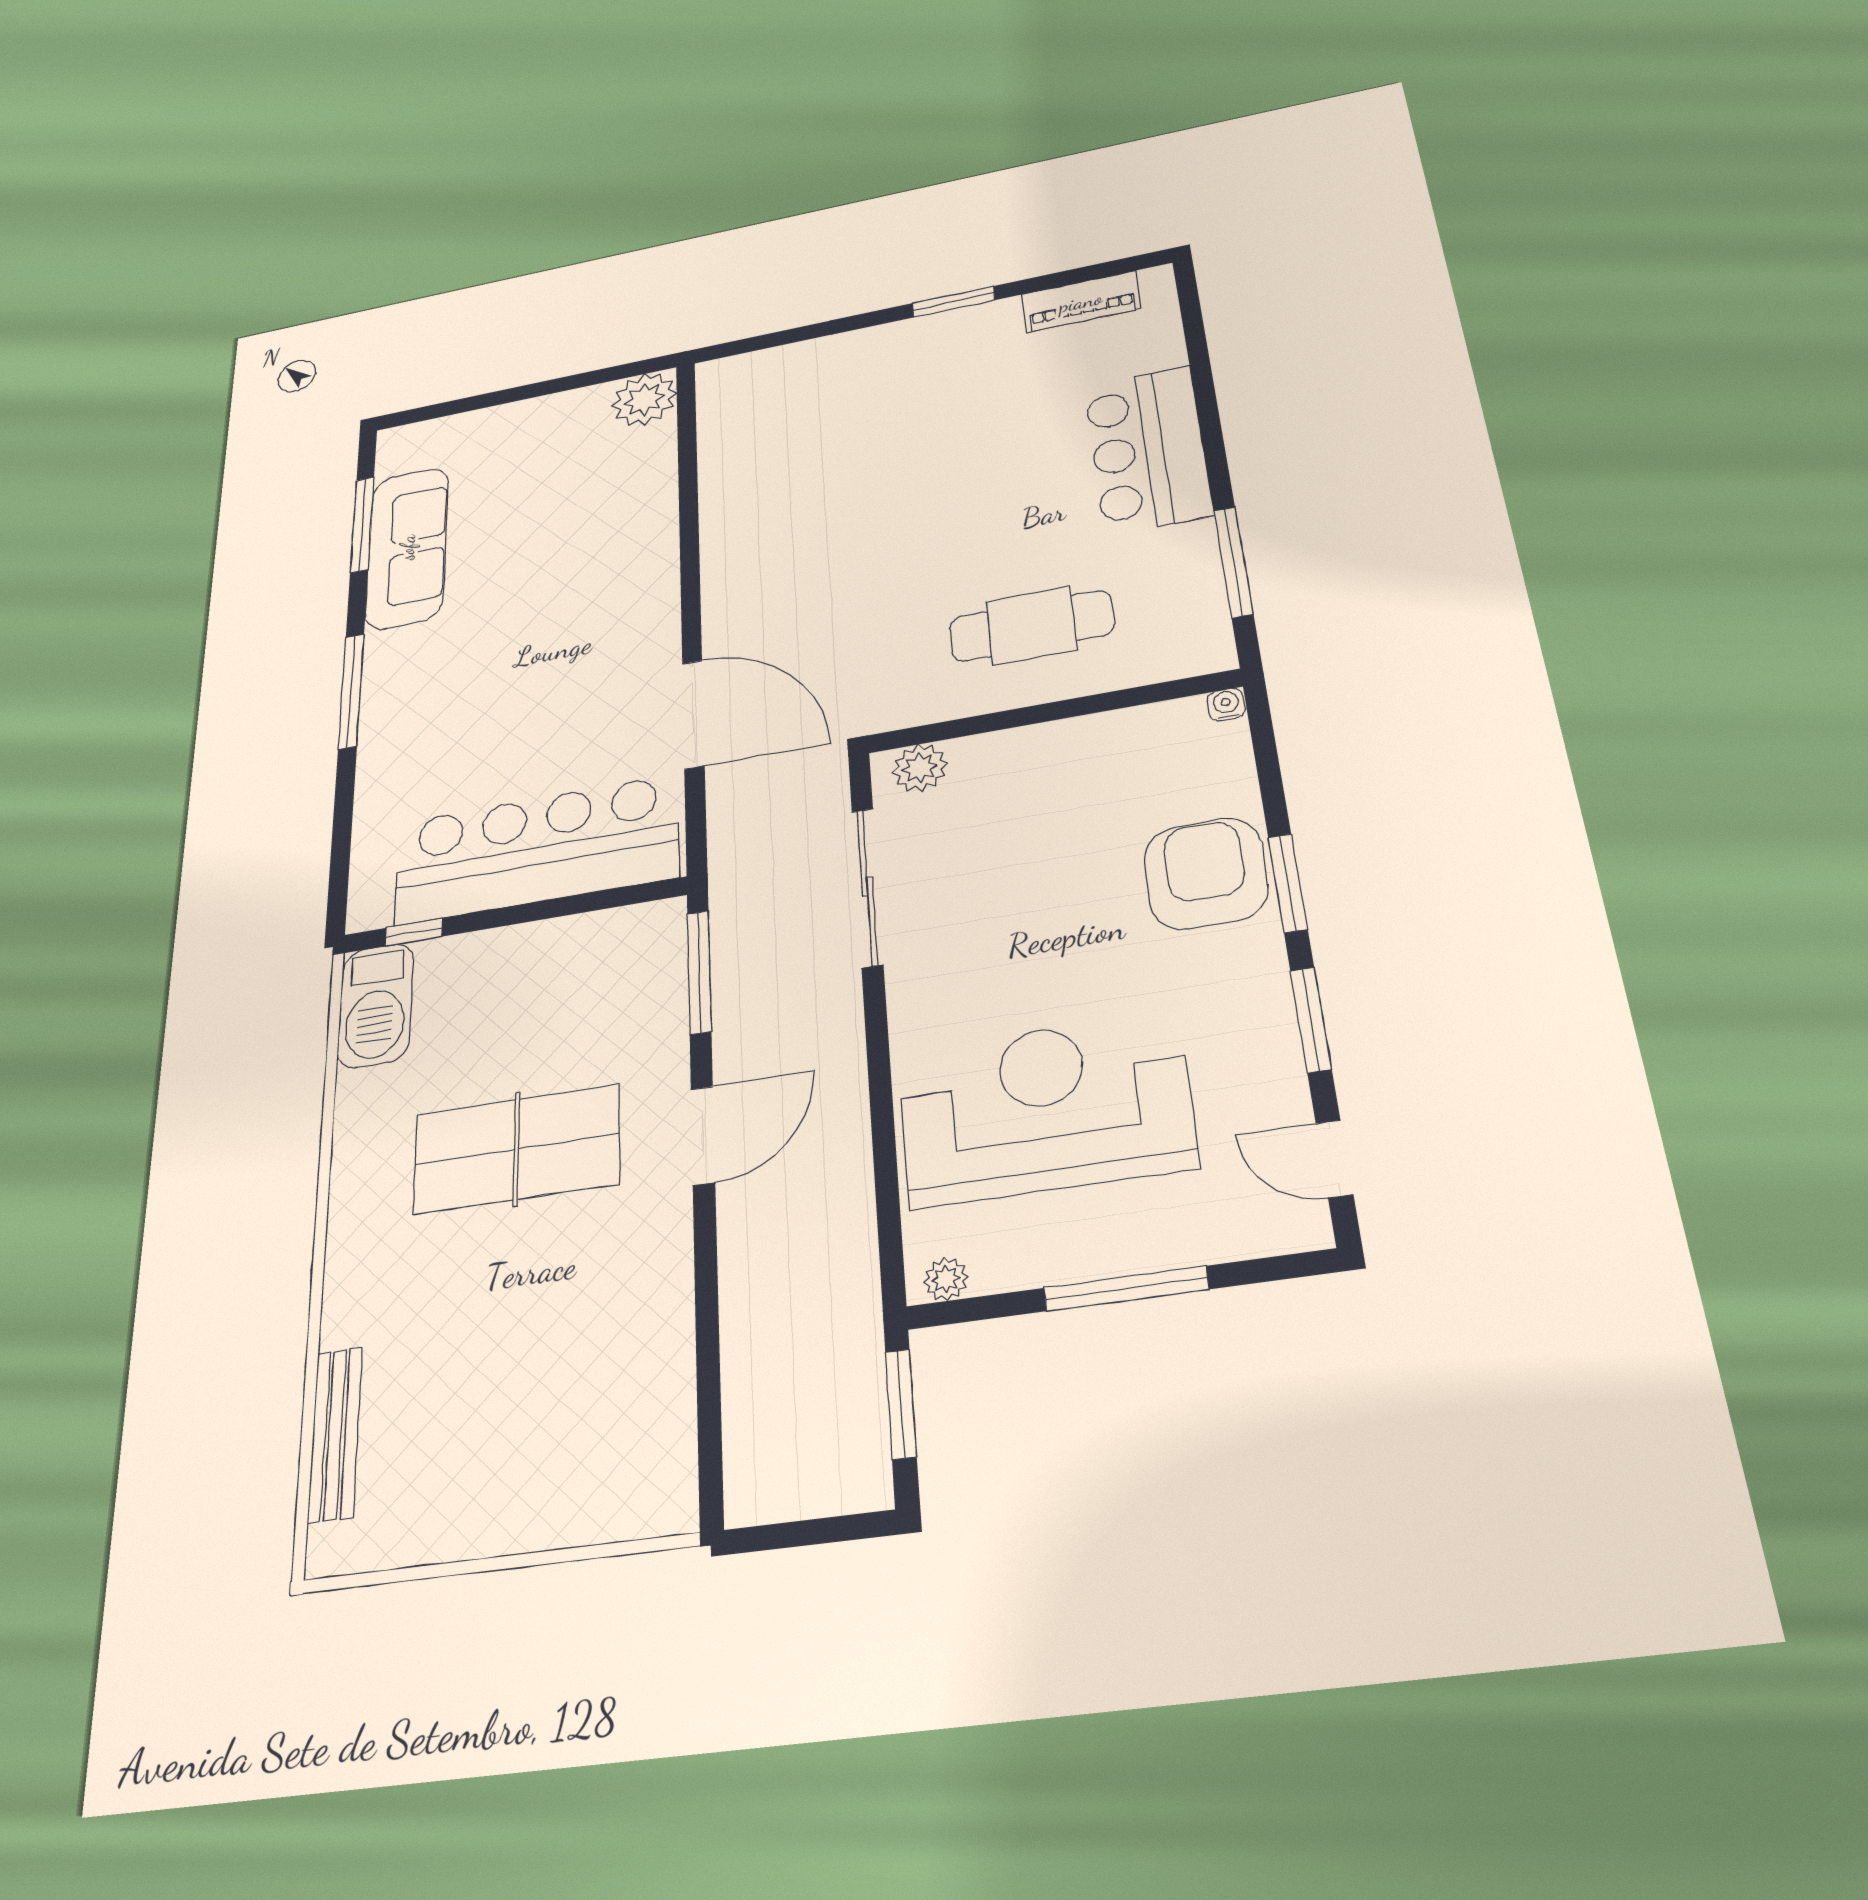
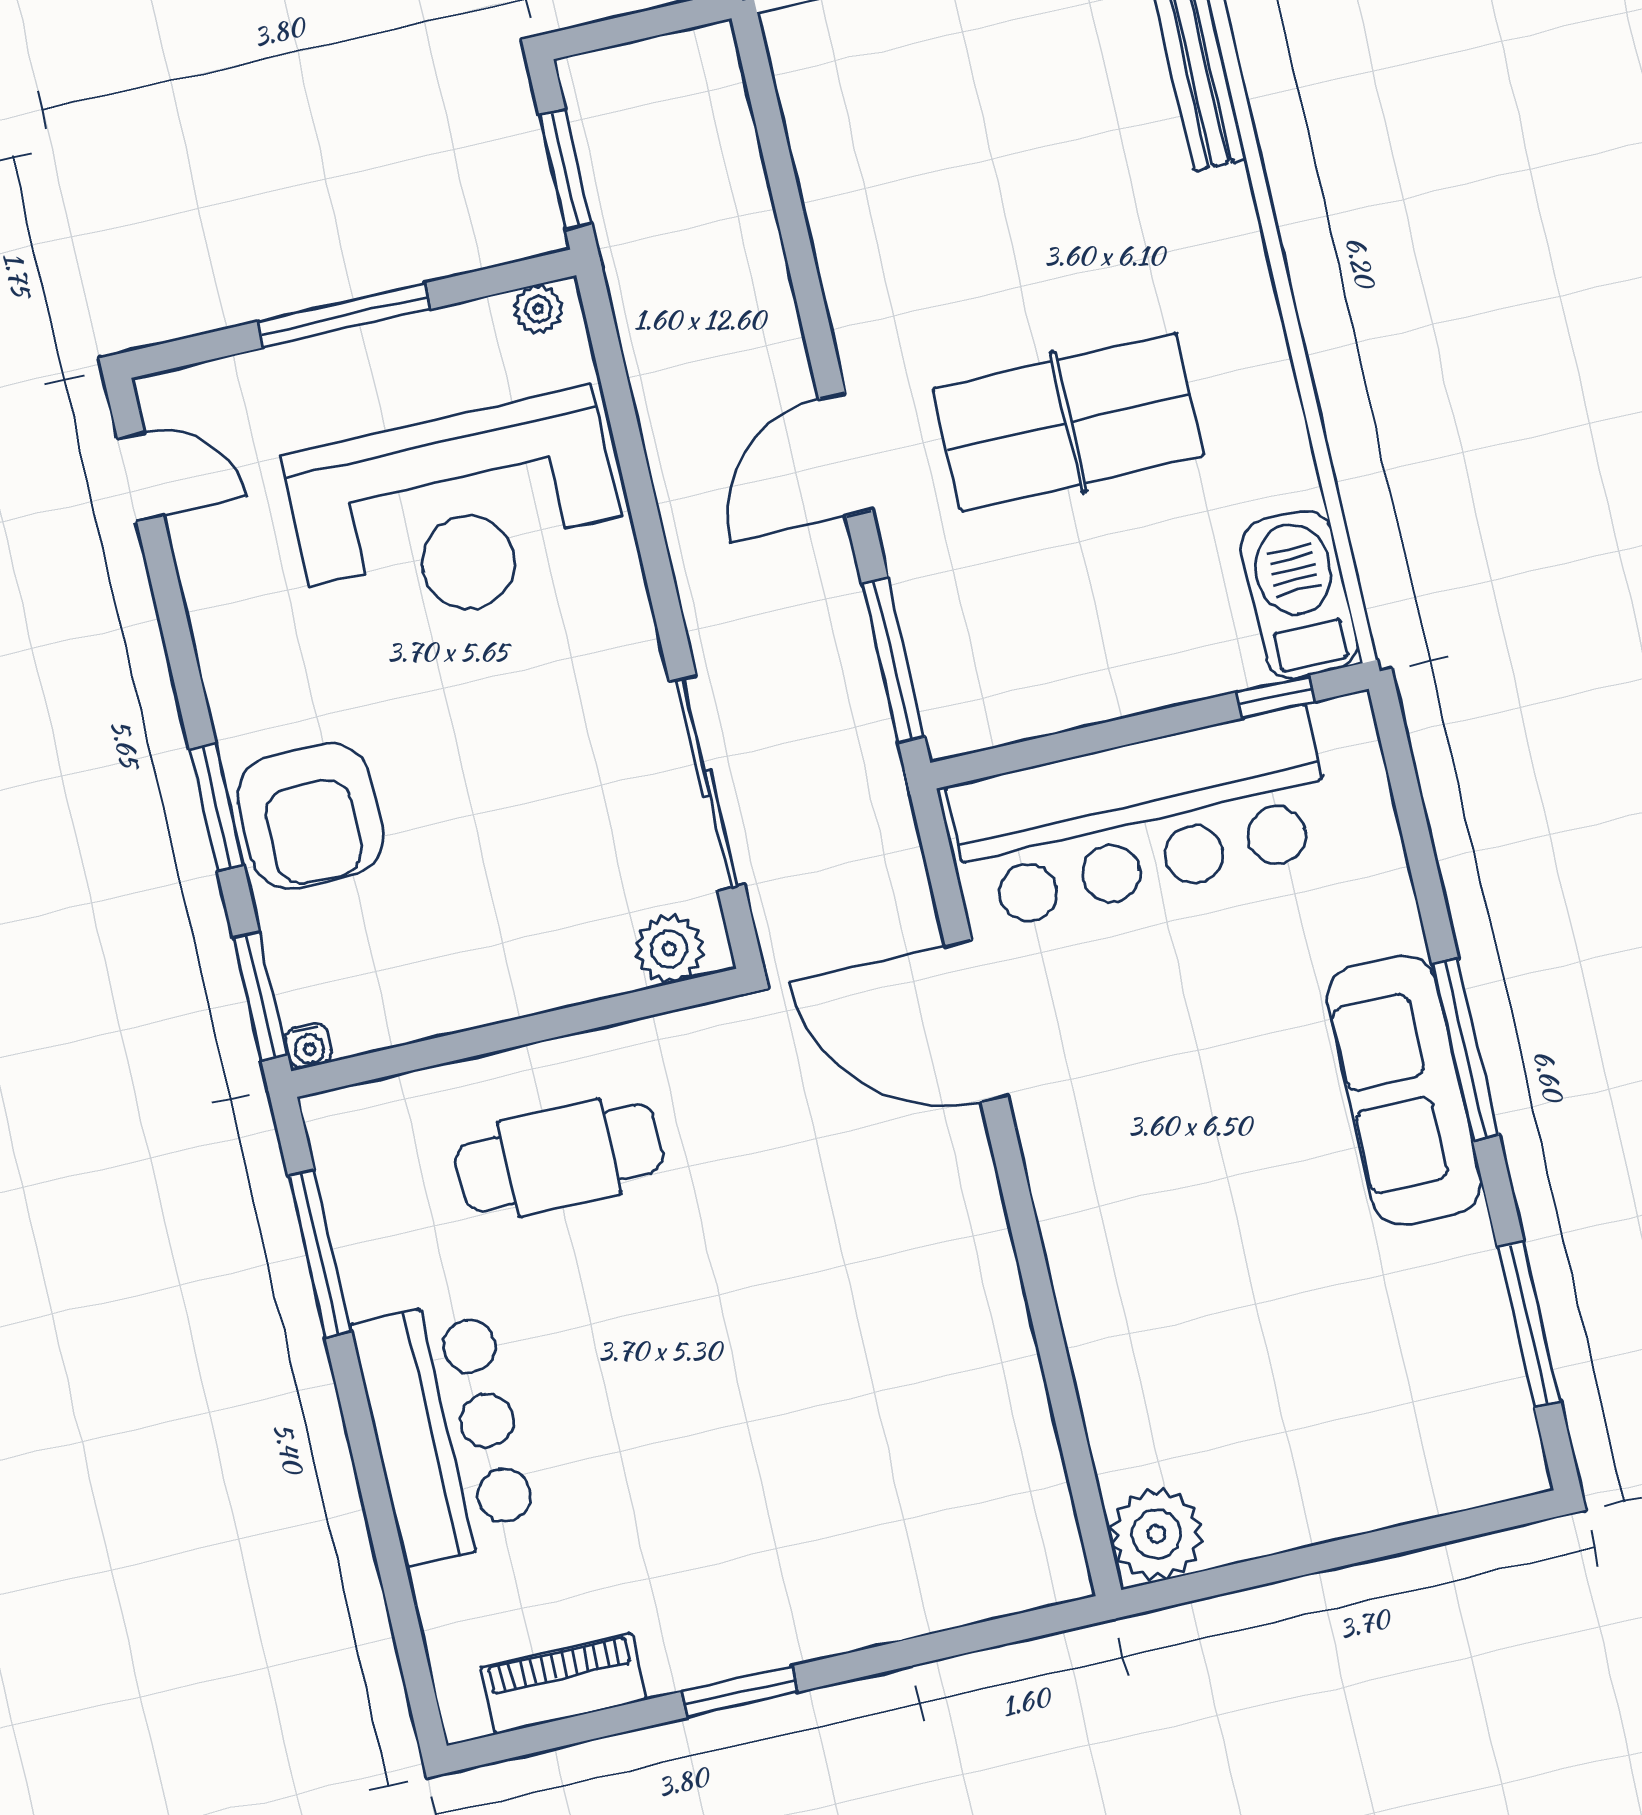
sofa: (407, 548) -> (1404, 1090), moved
window: (1311, 1020) -> (260, 996), moved

